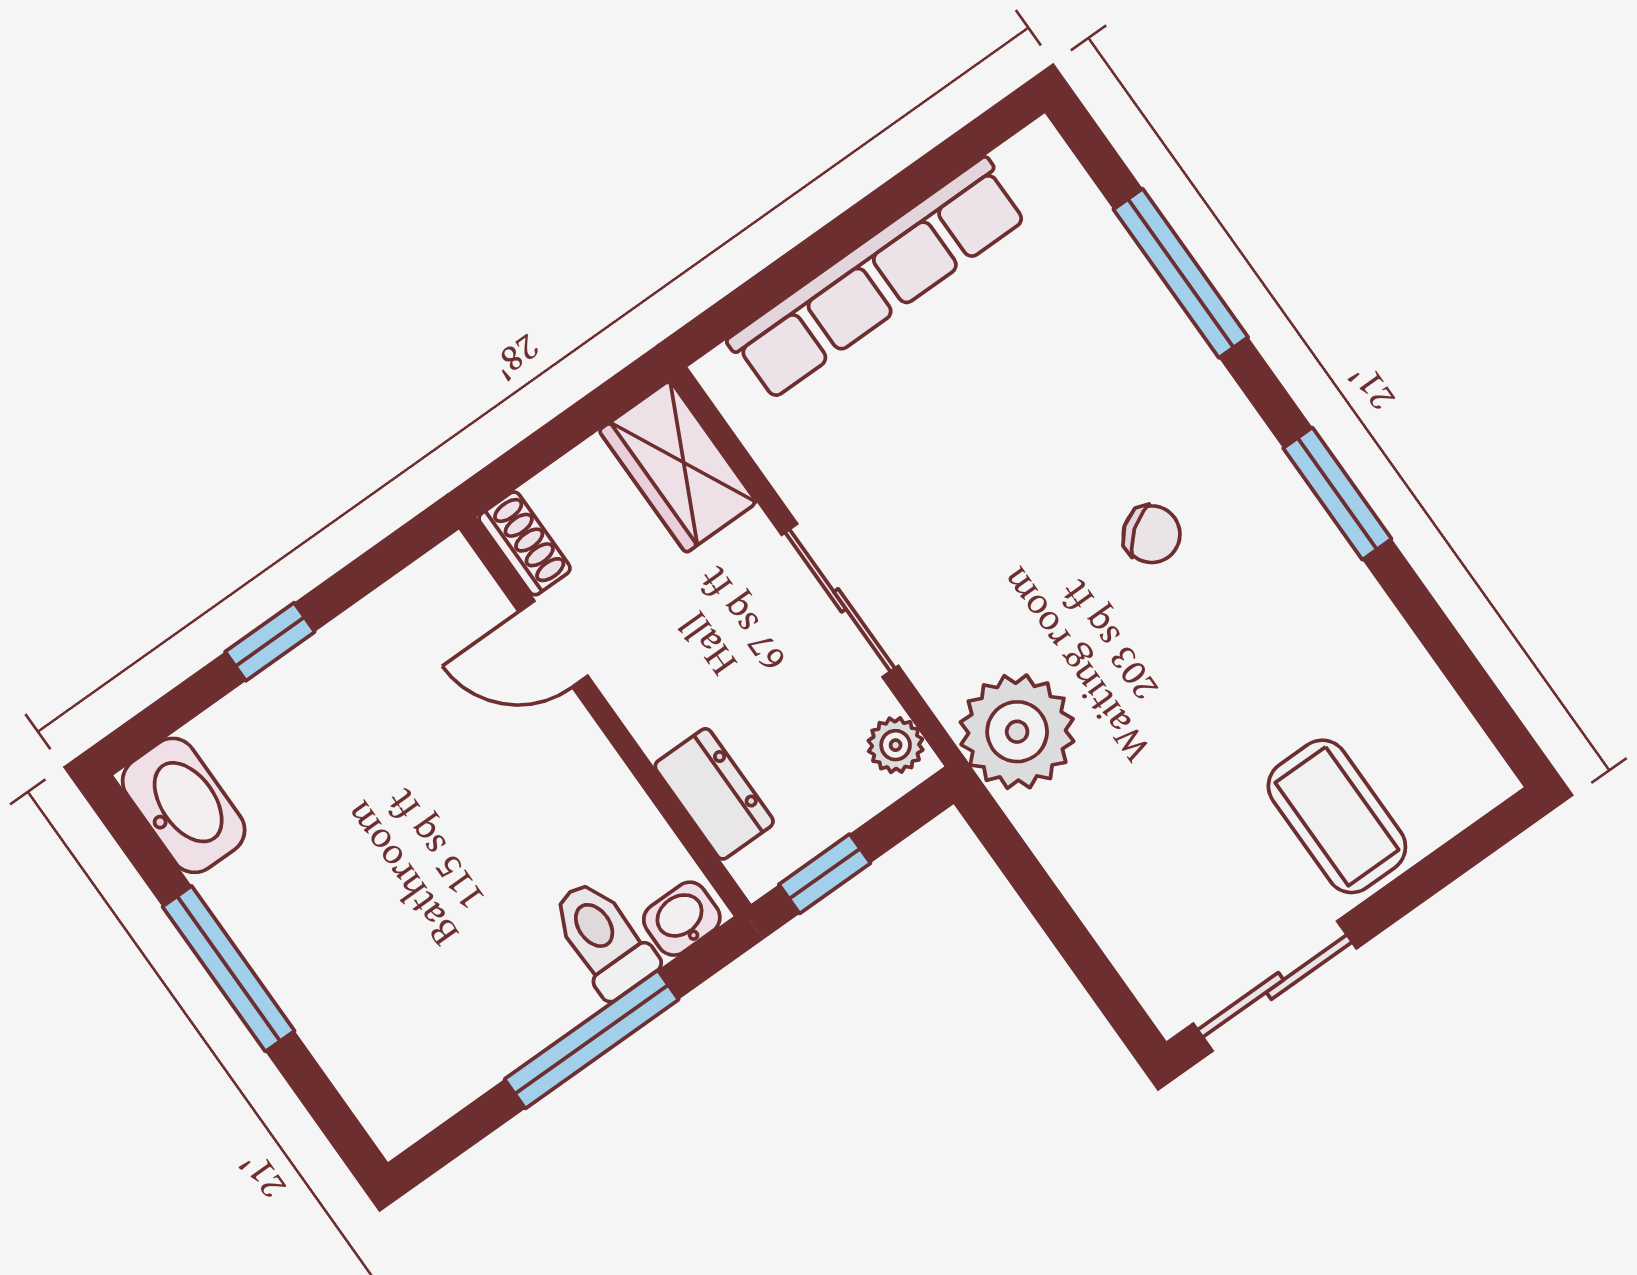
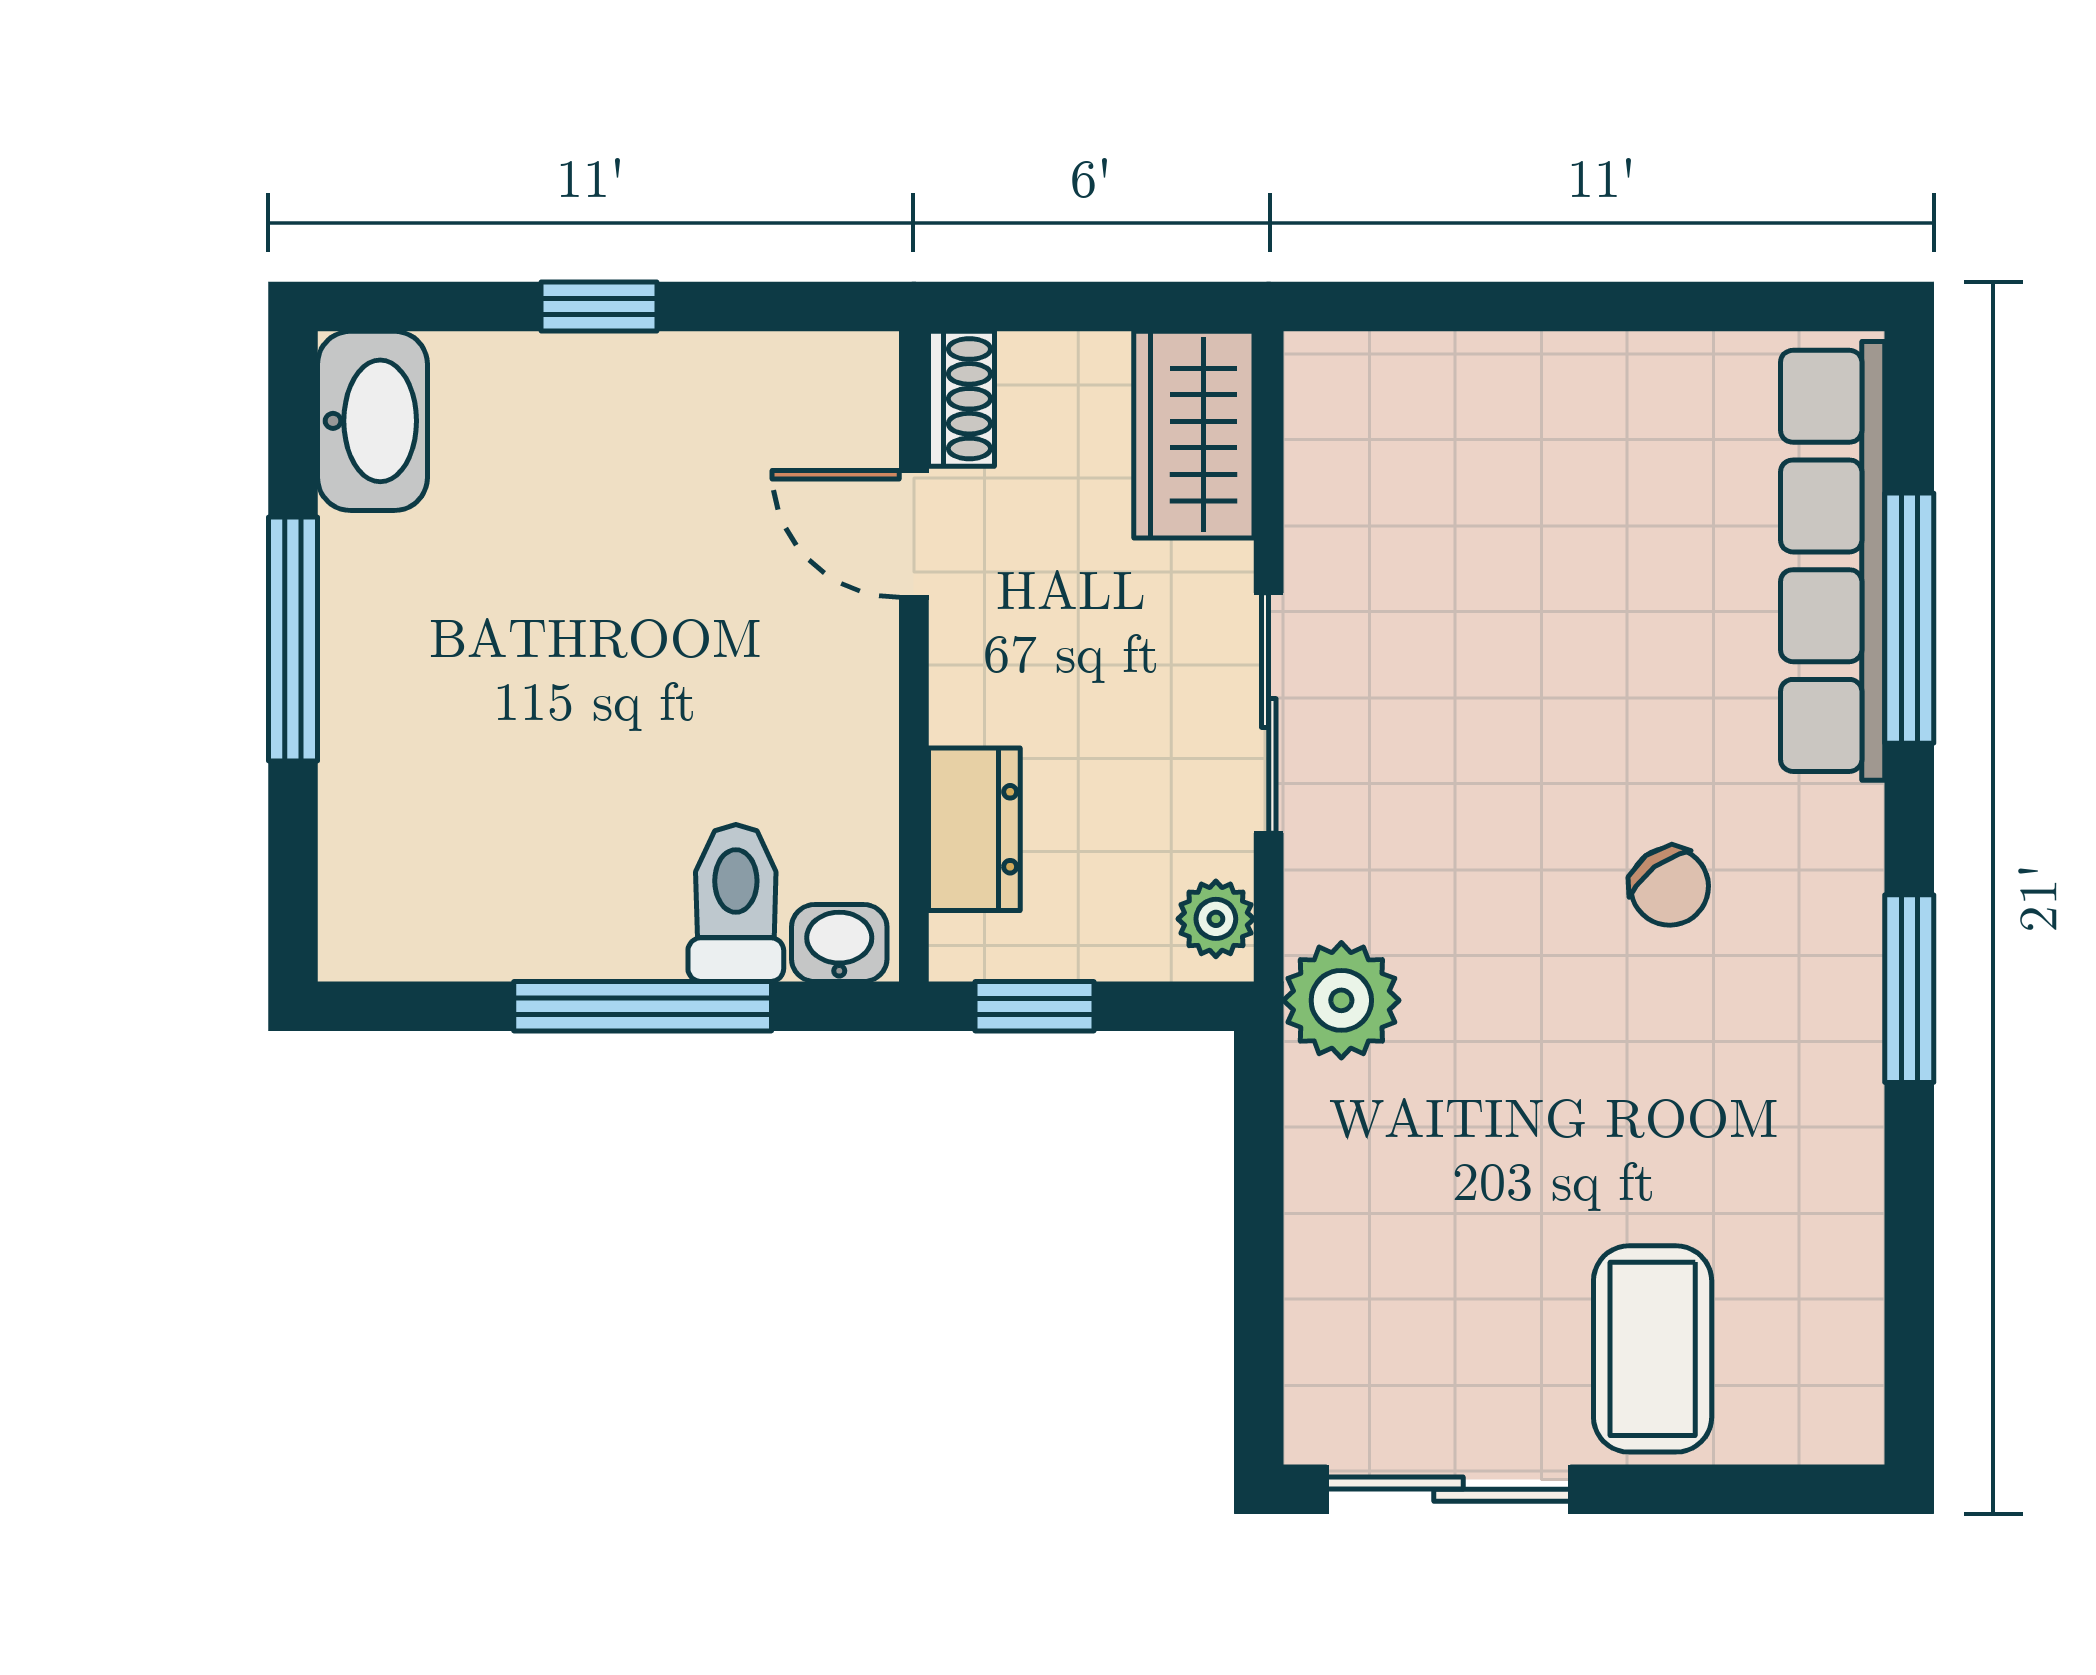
row of seats: (877, 279) -> (1833, 561), moved, turned 90
plant: (1017, 732) -> (1341, 1000), width x0.73, depth x0.73

